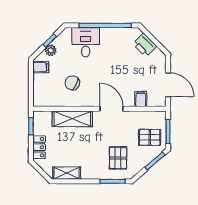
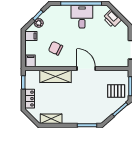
desk: (86, 42) -> (82, 17), moved
filing cabinet: (141, 99) -> (31, 61), moved
pallet: (118, 158) -> (91, 107), removed

